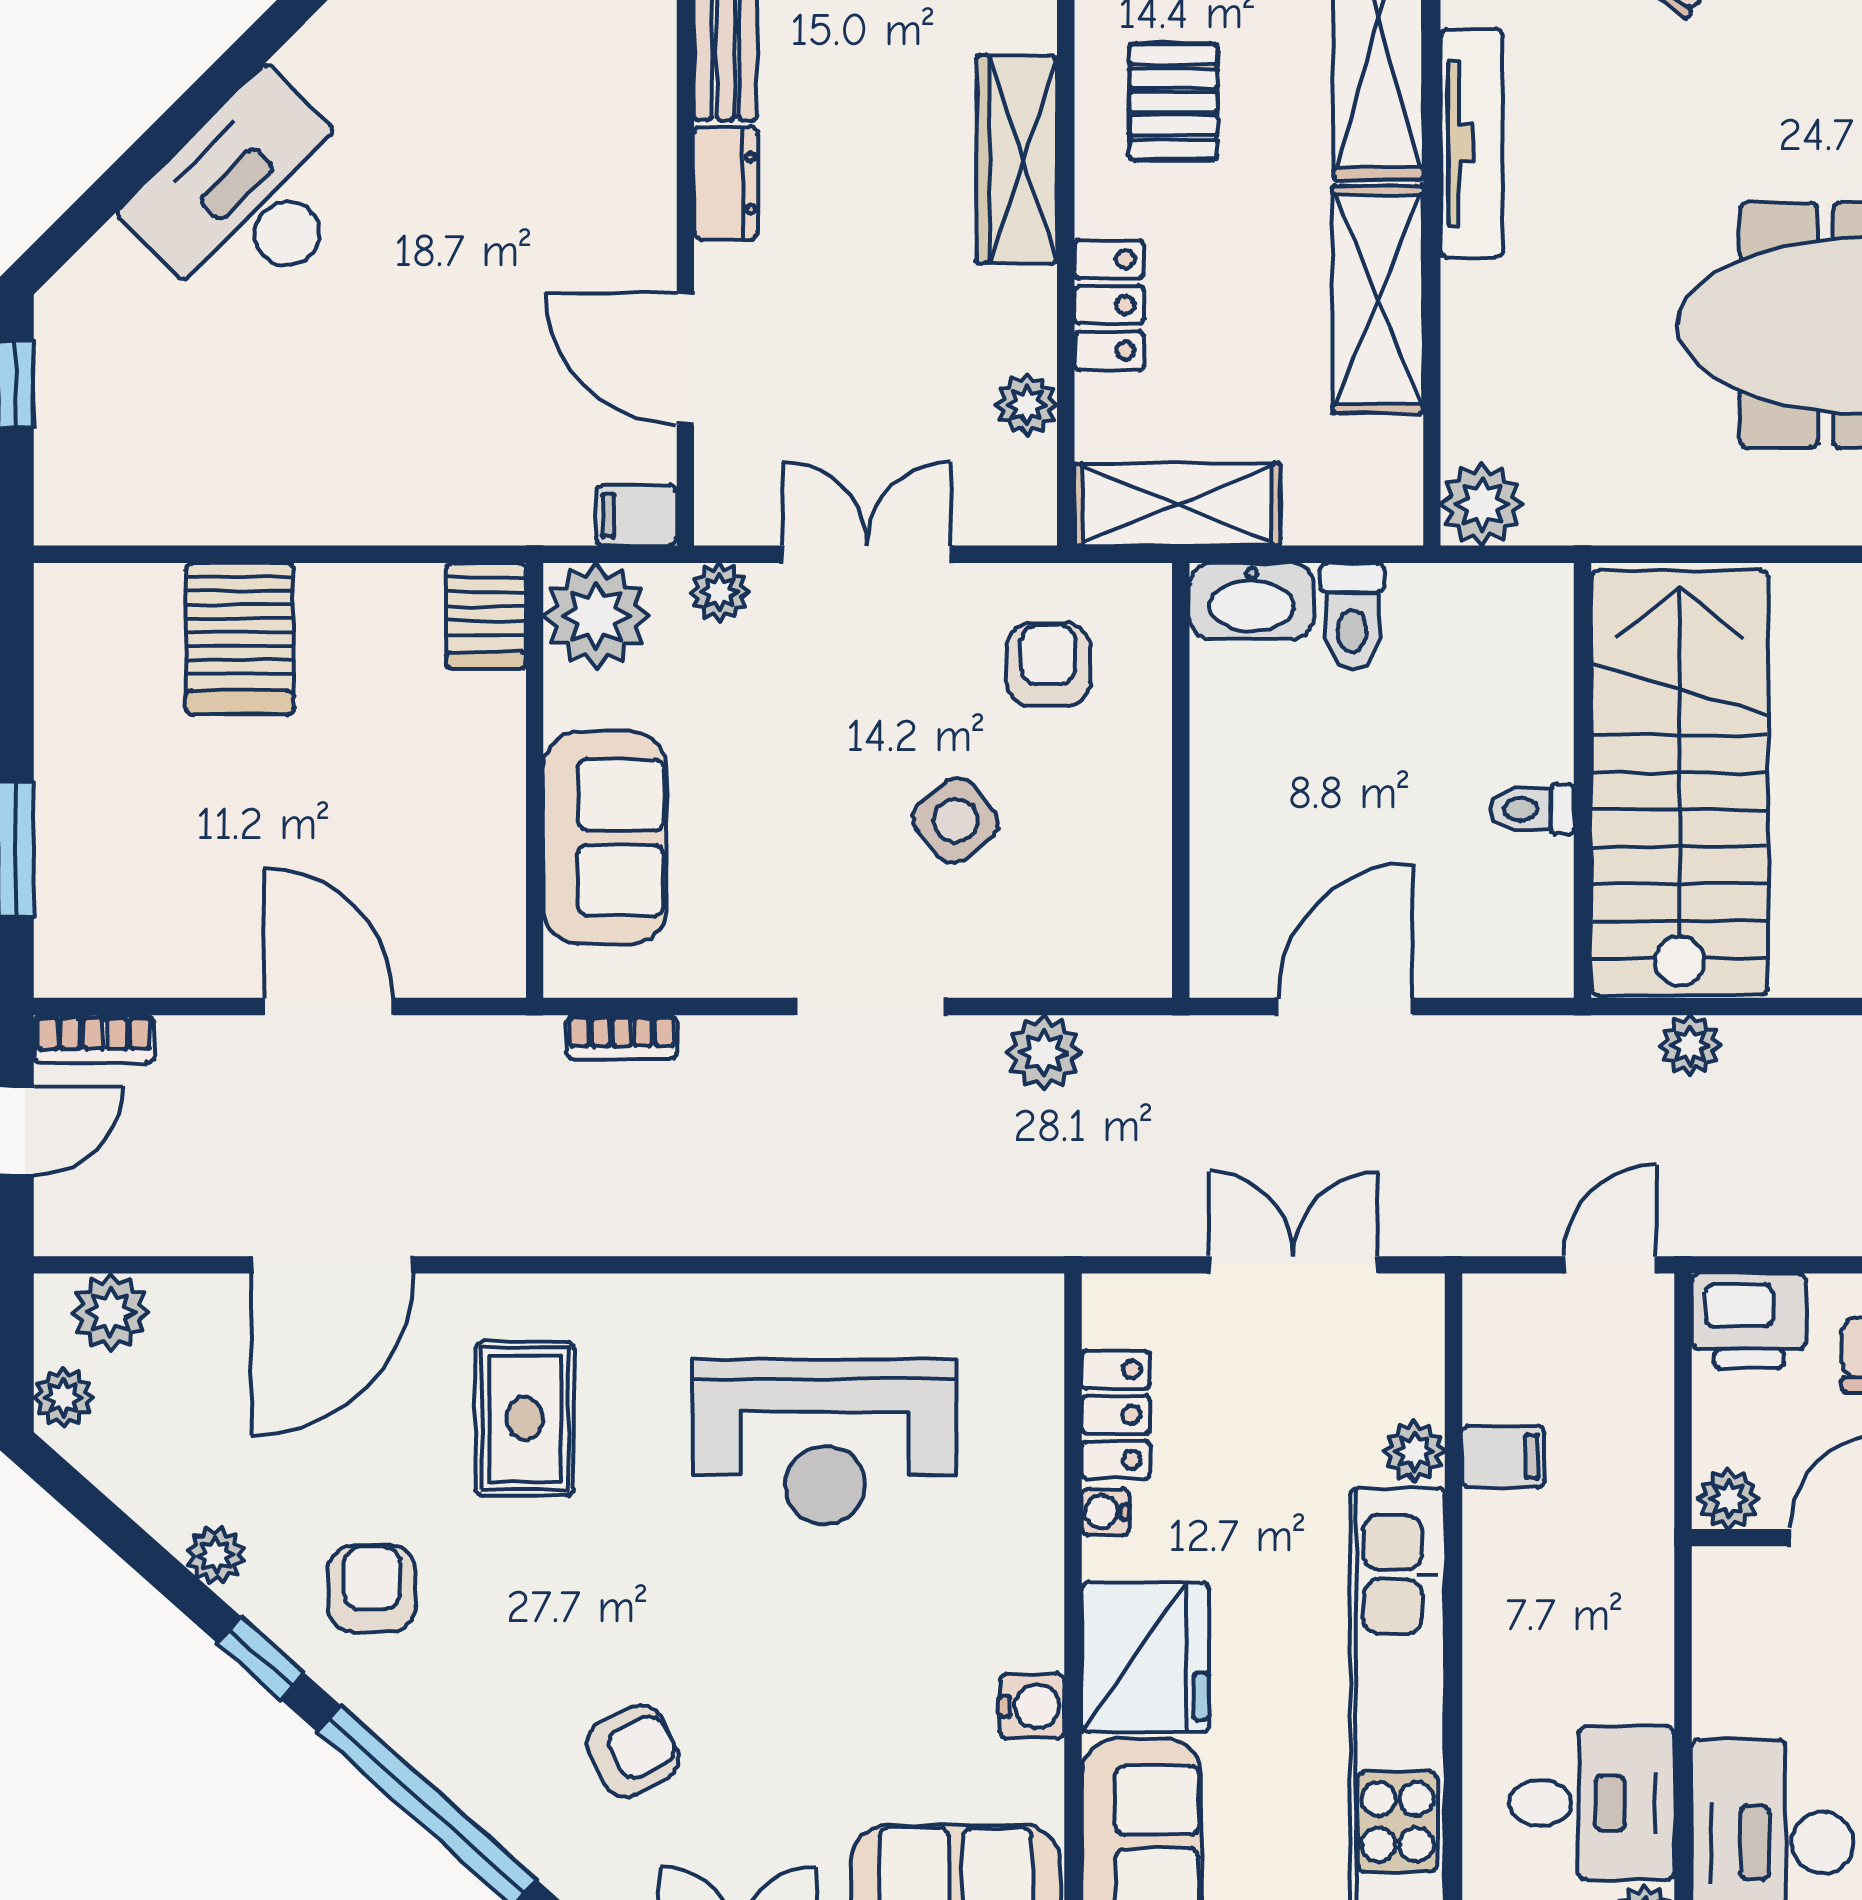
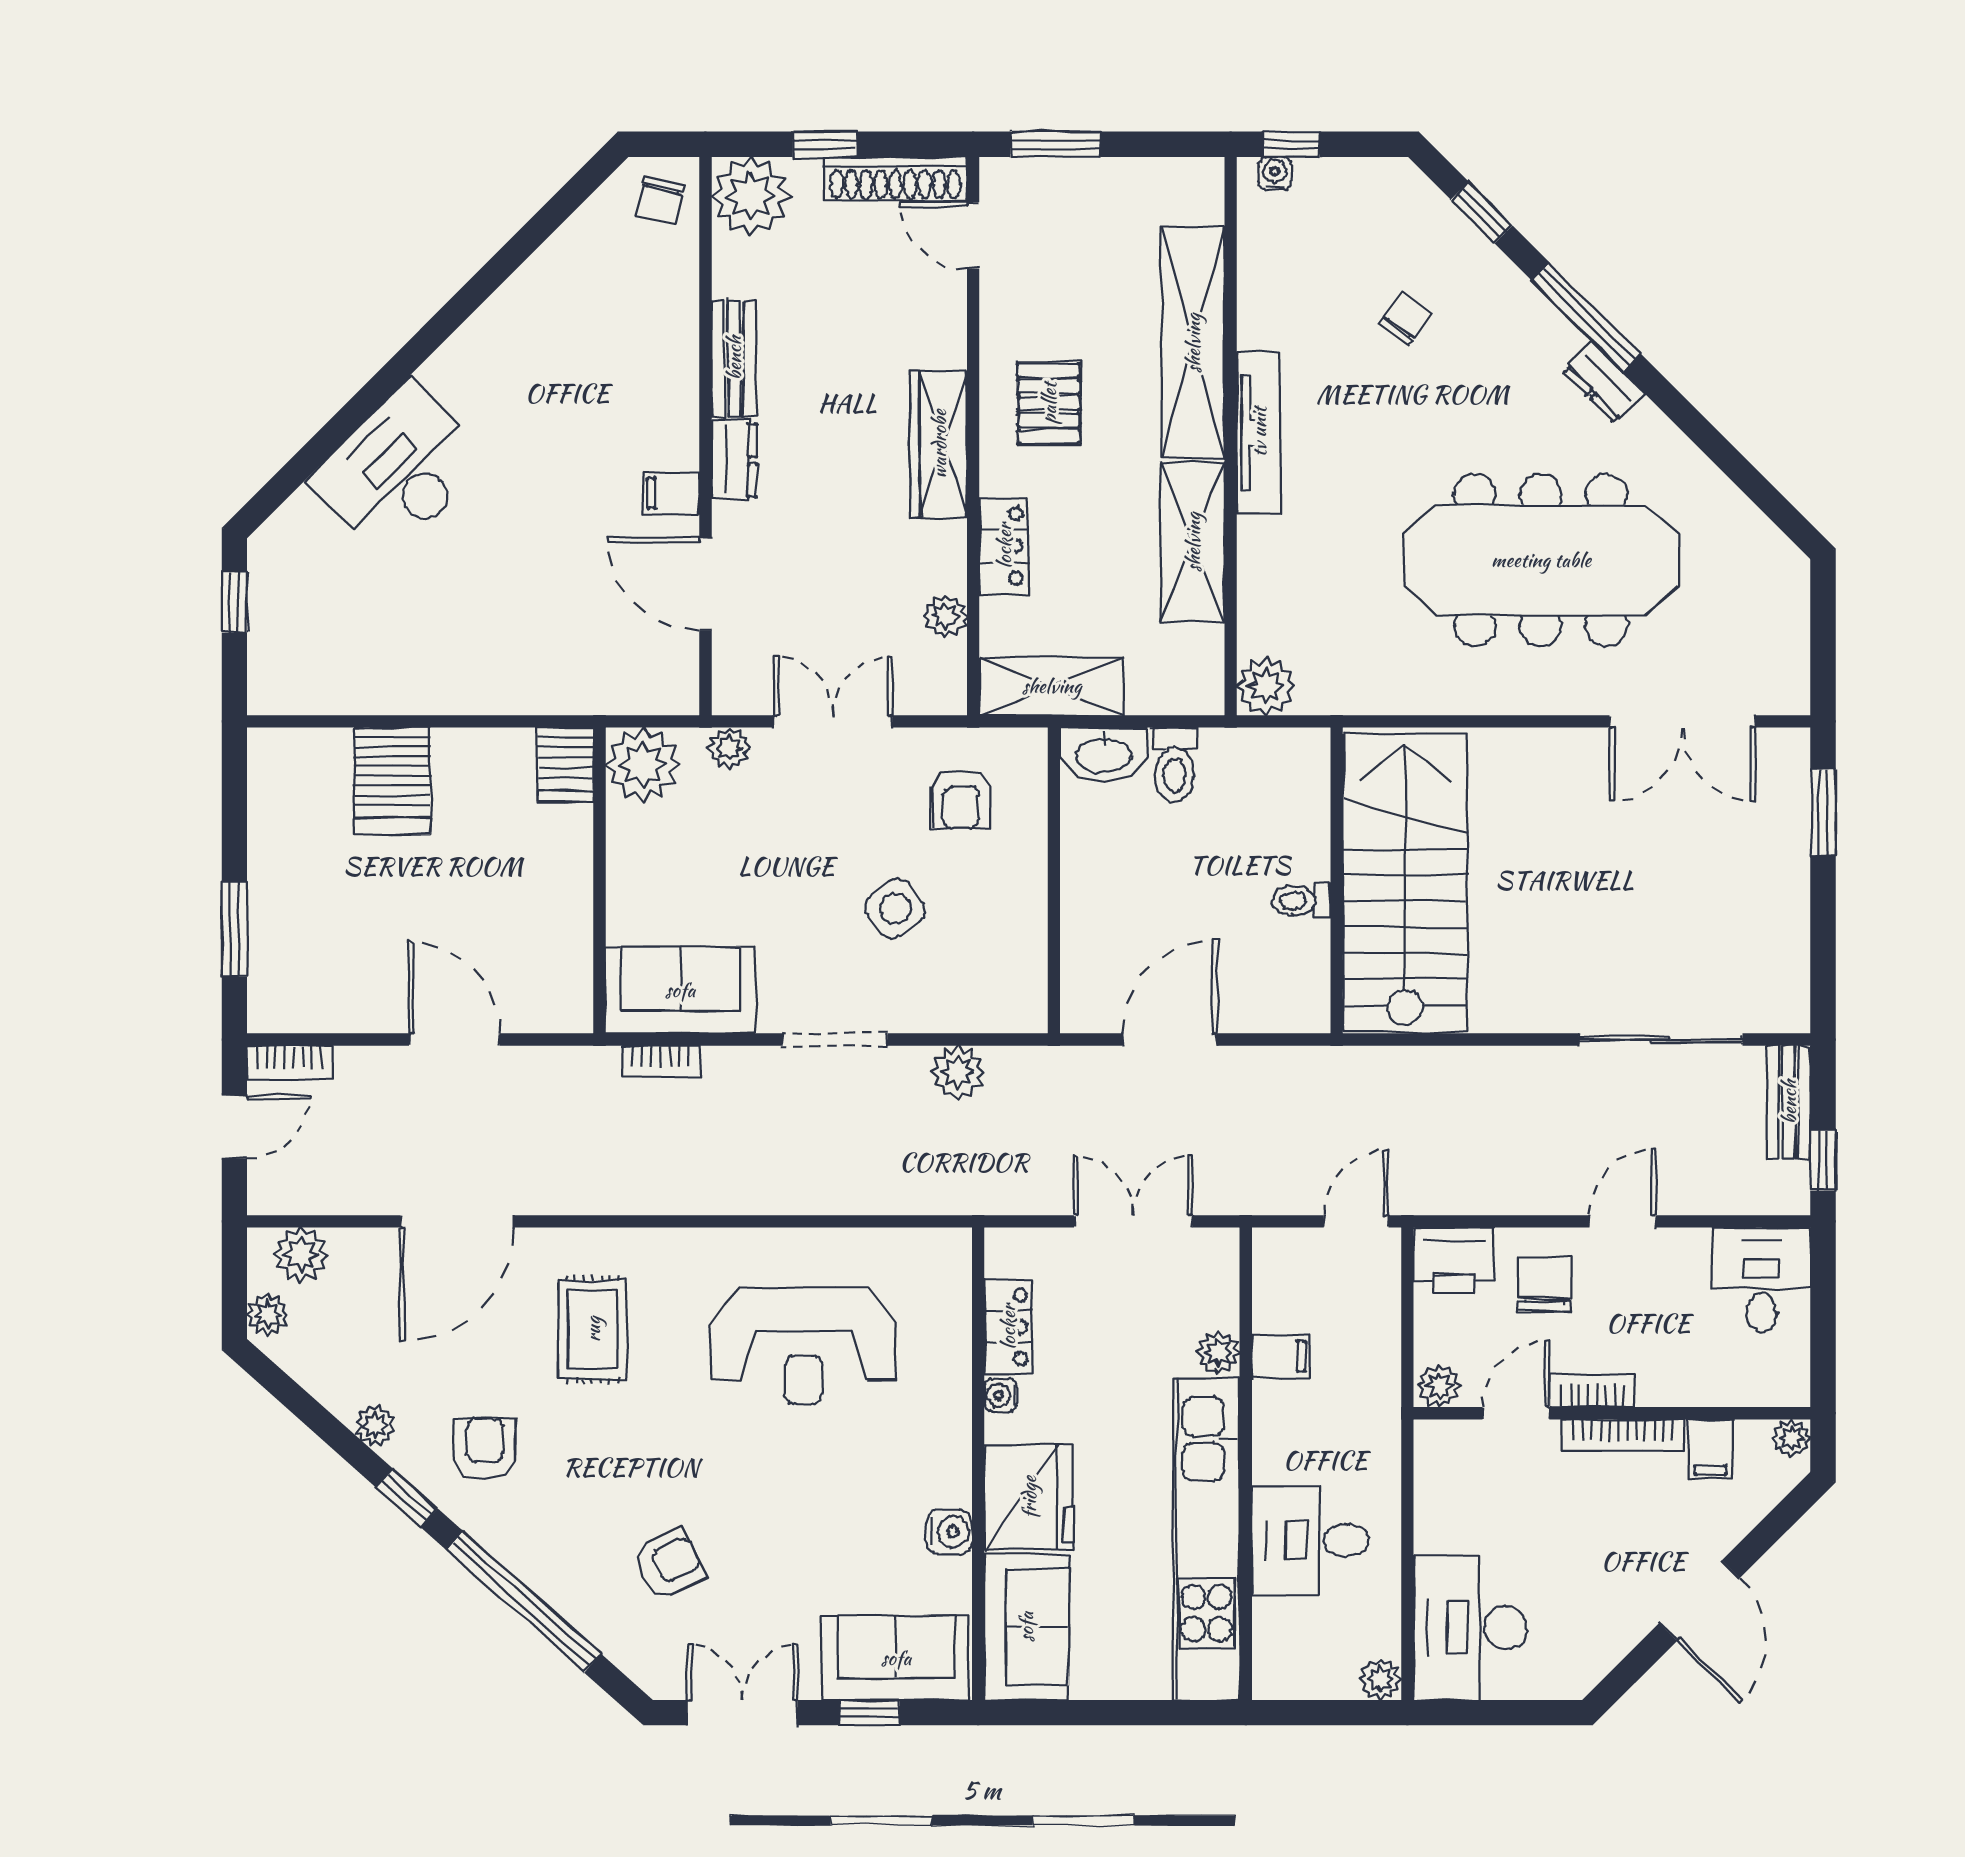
filing cabinet: (636, 515) -> (671, 493), moved
armchair: (1048, 664) -> (961, 799), turned 180
sofa: (605, 838) -> (680, 990), moved, turned -90
plant: (1690, 1045) -> (1412, 1067), removed
desk: (1592, 1803) -> (1310, 1540), moved, turned 180

